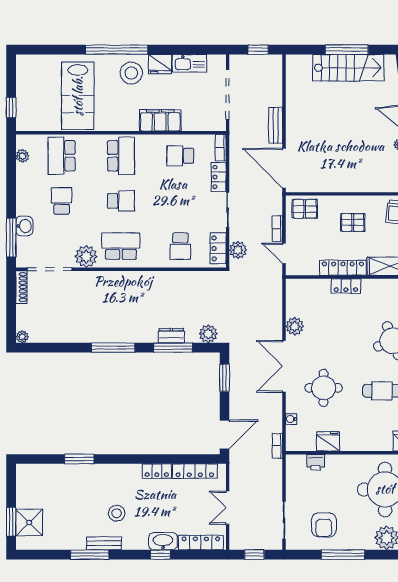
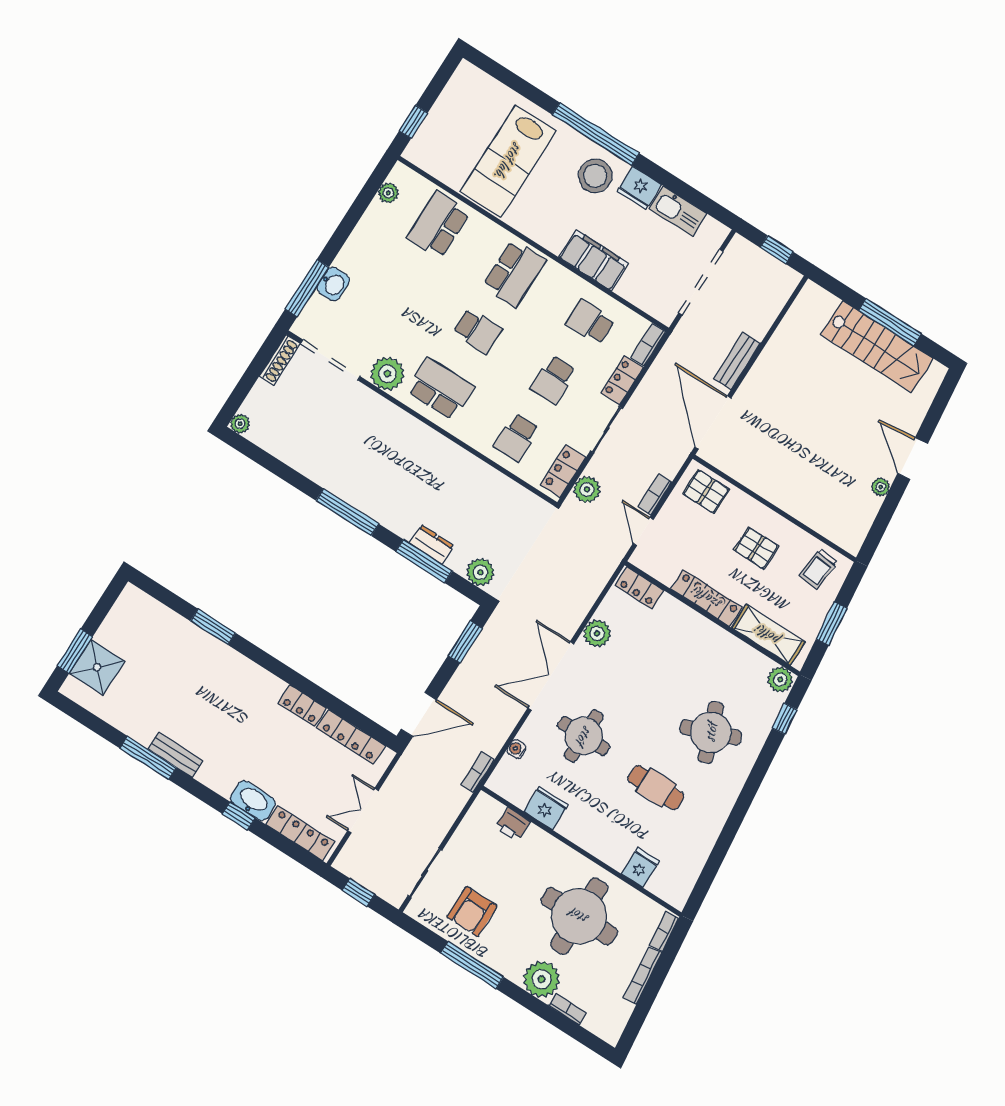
school desk: (62, 201) -> (553, 380), moved, turned 180
locker: (346, 286) -> (639, 588), moved
stool: (117, 513) -> (216, 727), removed

